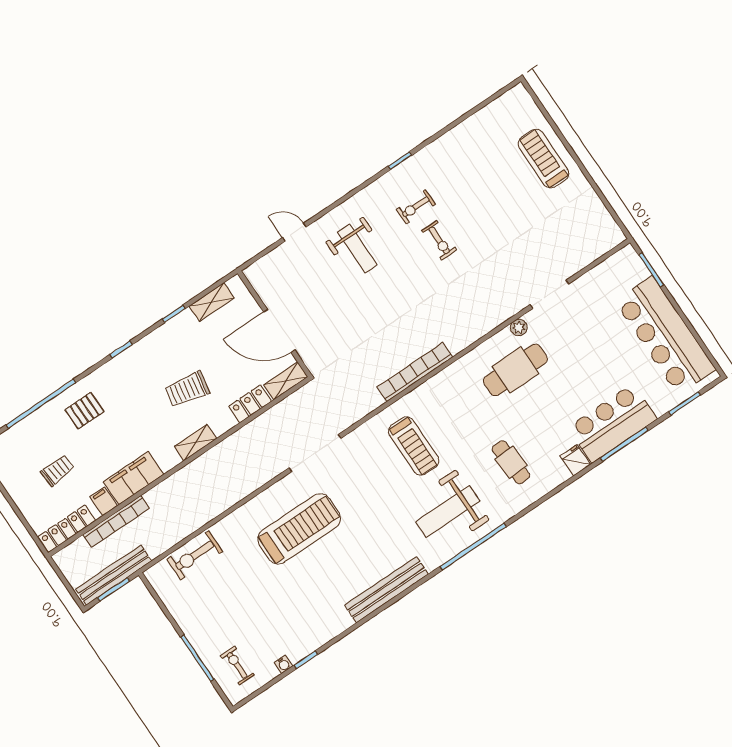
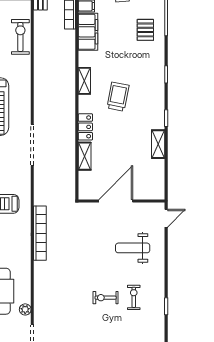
wall: (274, 324) -> (122, 201), moved
door: (279, 331) -> (116, 201), moved

